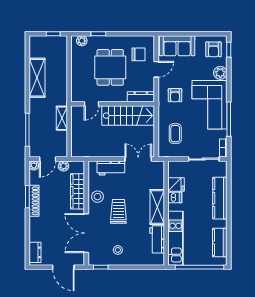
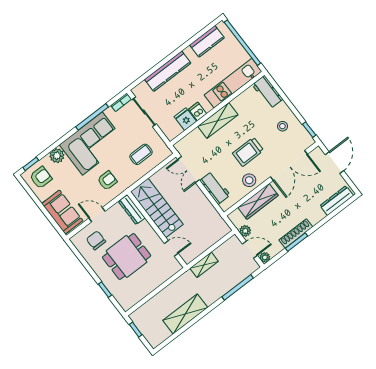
plant: (82, 41) -> (122, 300), removed
workbench: (157, 239) -> (268, 92), moved, turned 90
dresser: (35, 252) -> (337, 201), width x1.44

